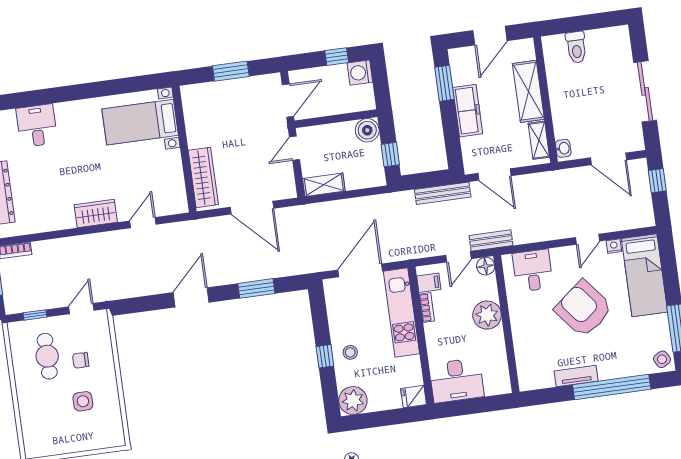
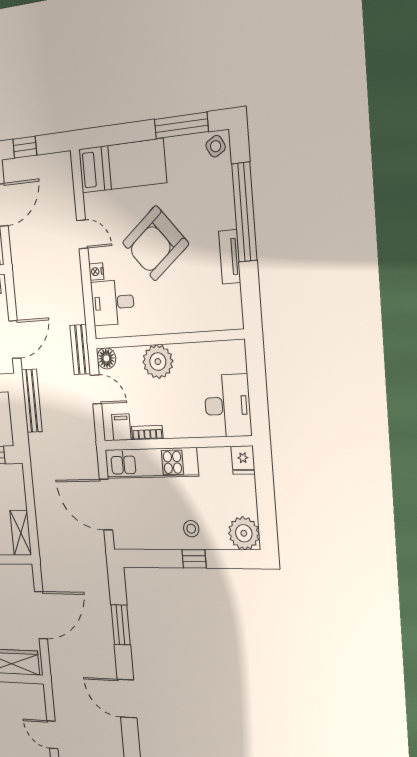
nightstand: (614, 246) -> (96, 272), moved

